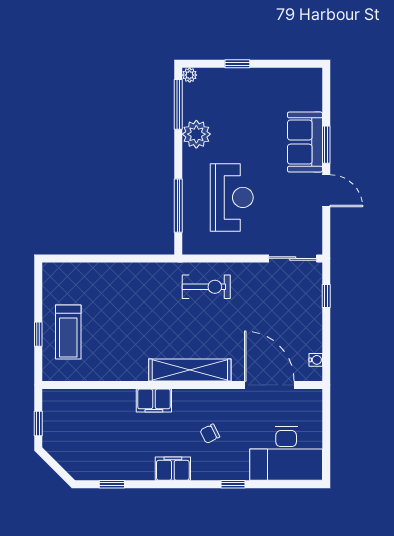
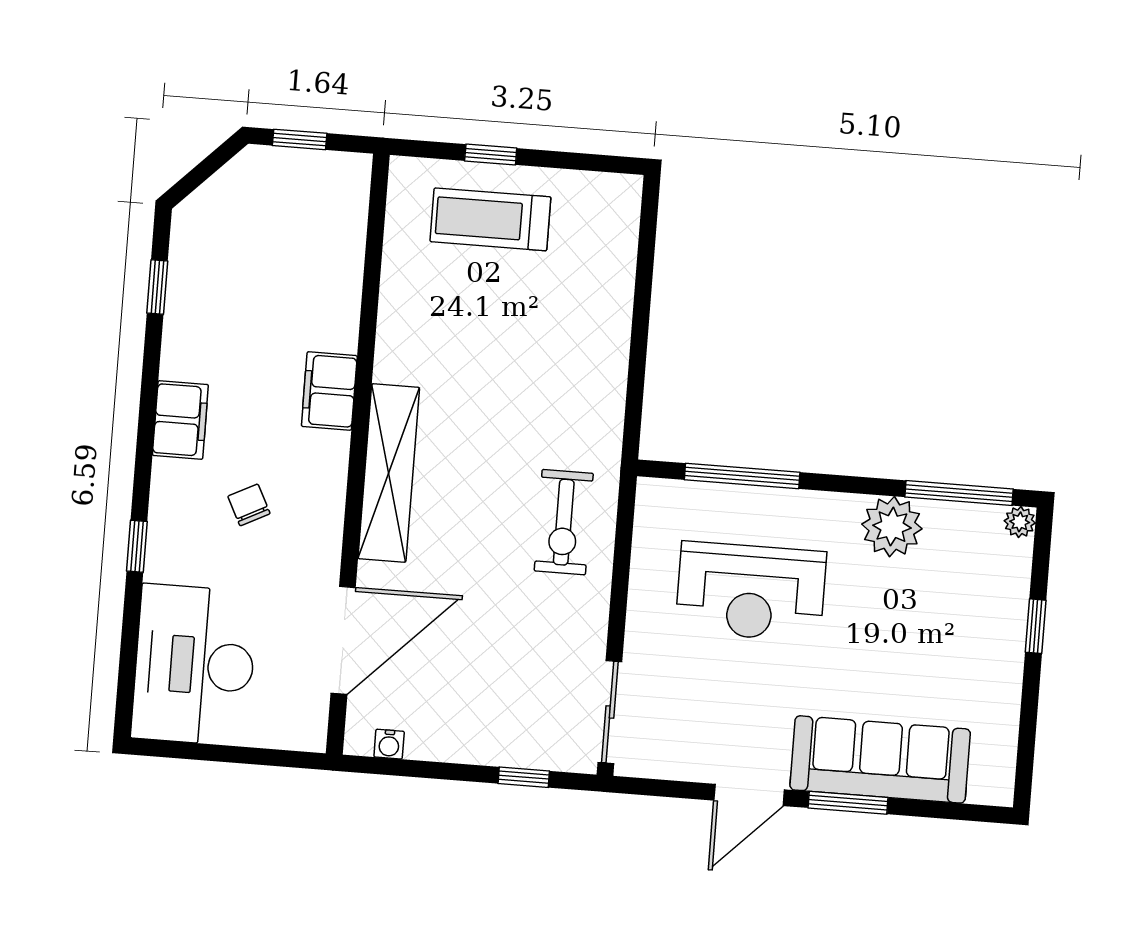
sofa: (305, 142) -> (880, 759), width x1.36

